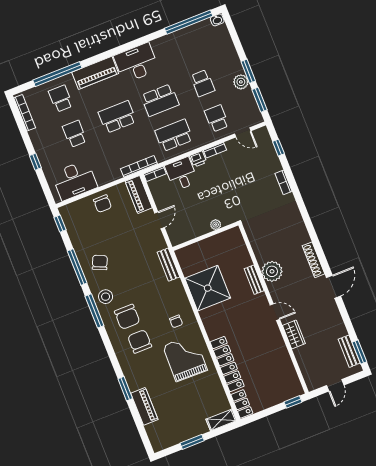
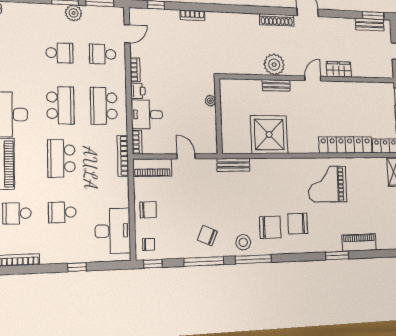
chair: (176, 321) -> (149, 244), moved

